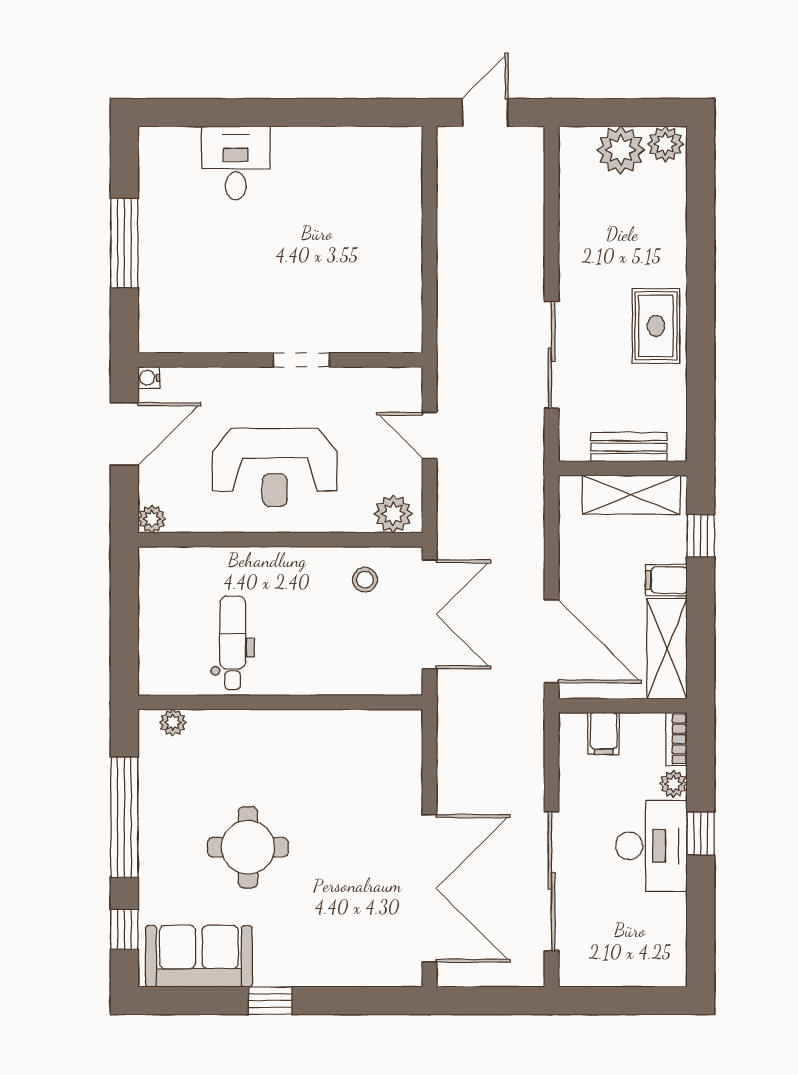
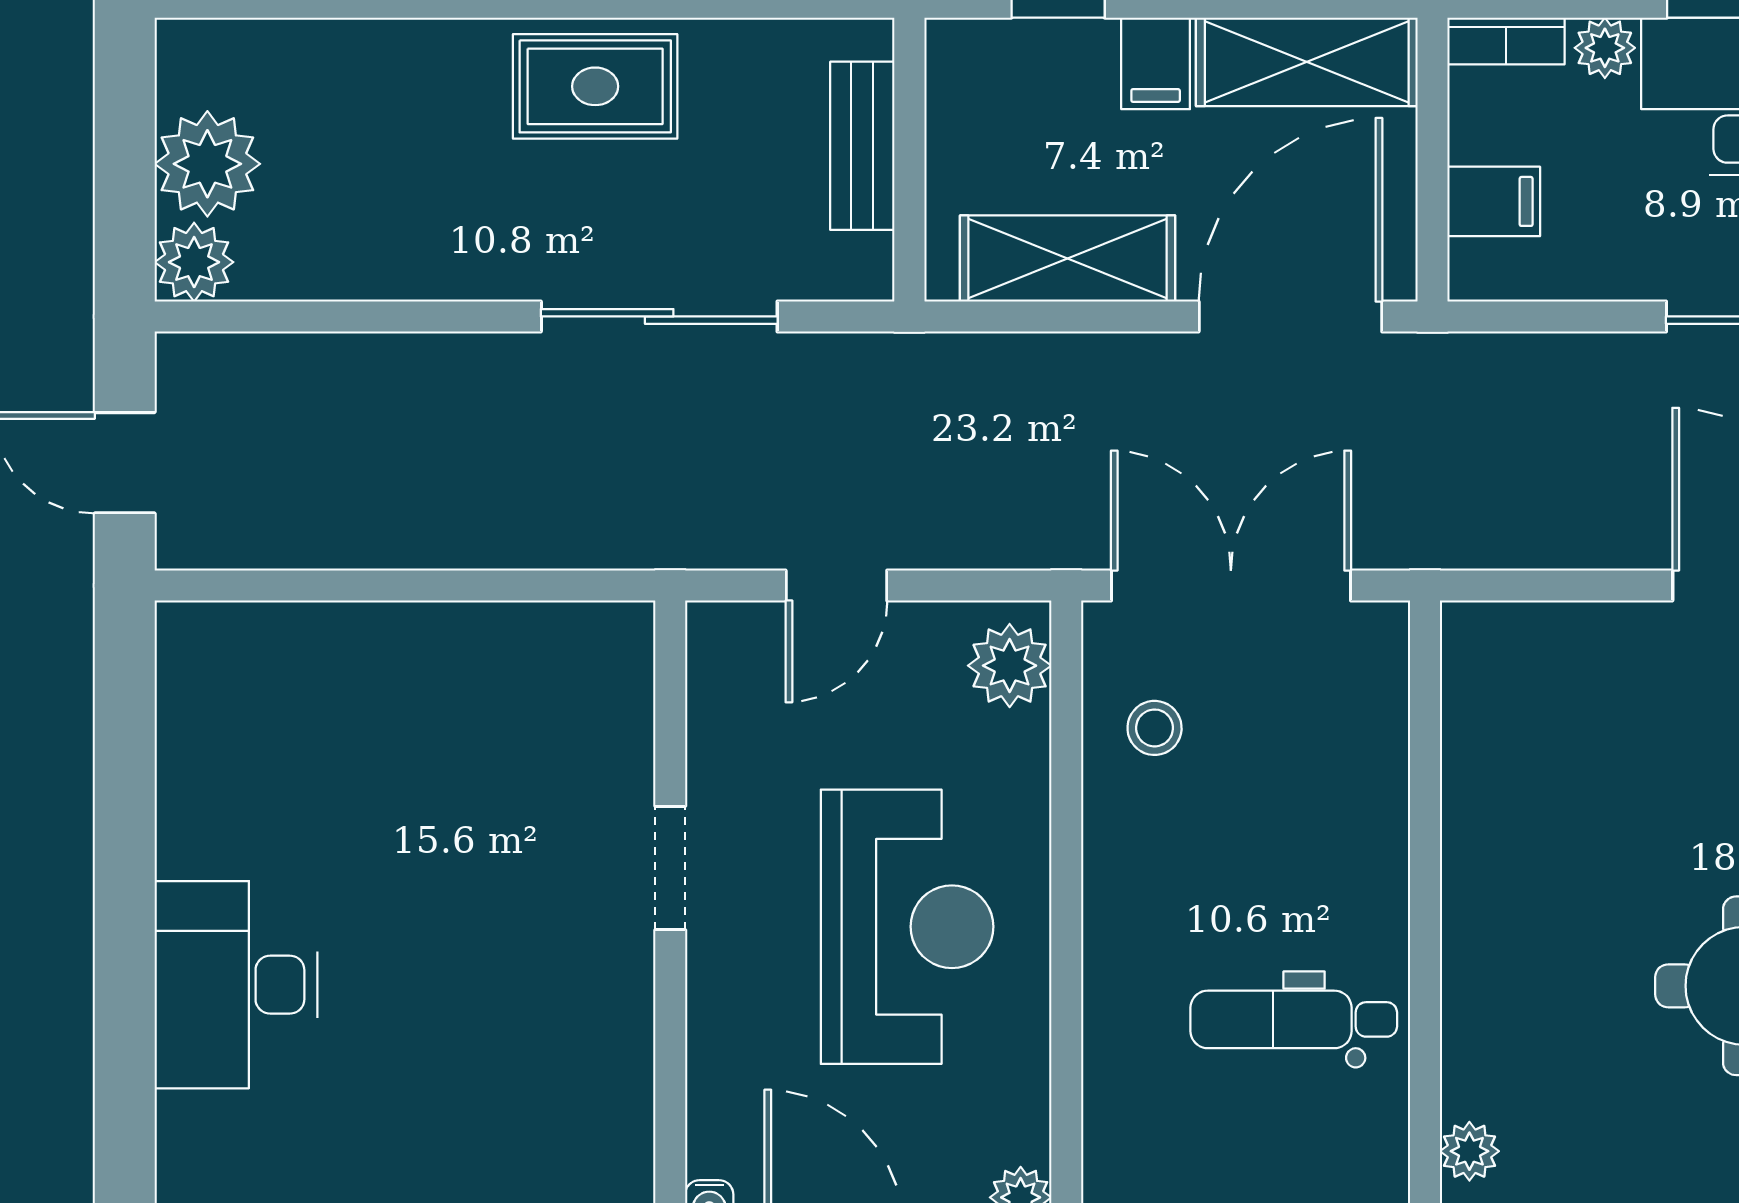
plant: (665, 144) -> (194, 262), moved
desk: (236, 163) -> (236, 985), width x1.37
shelving: (631, 495) -> (1068, 258), moved, turned 90

